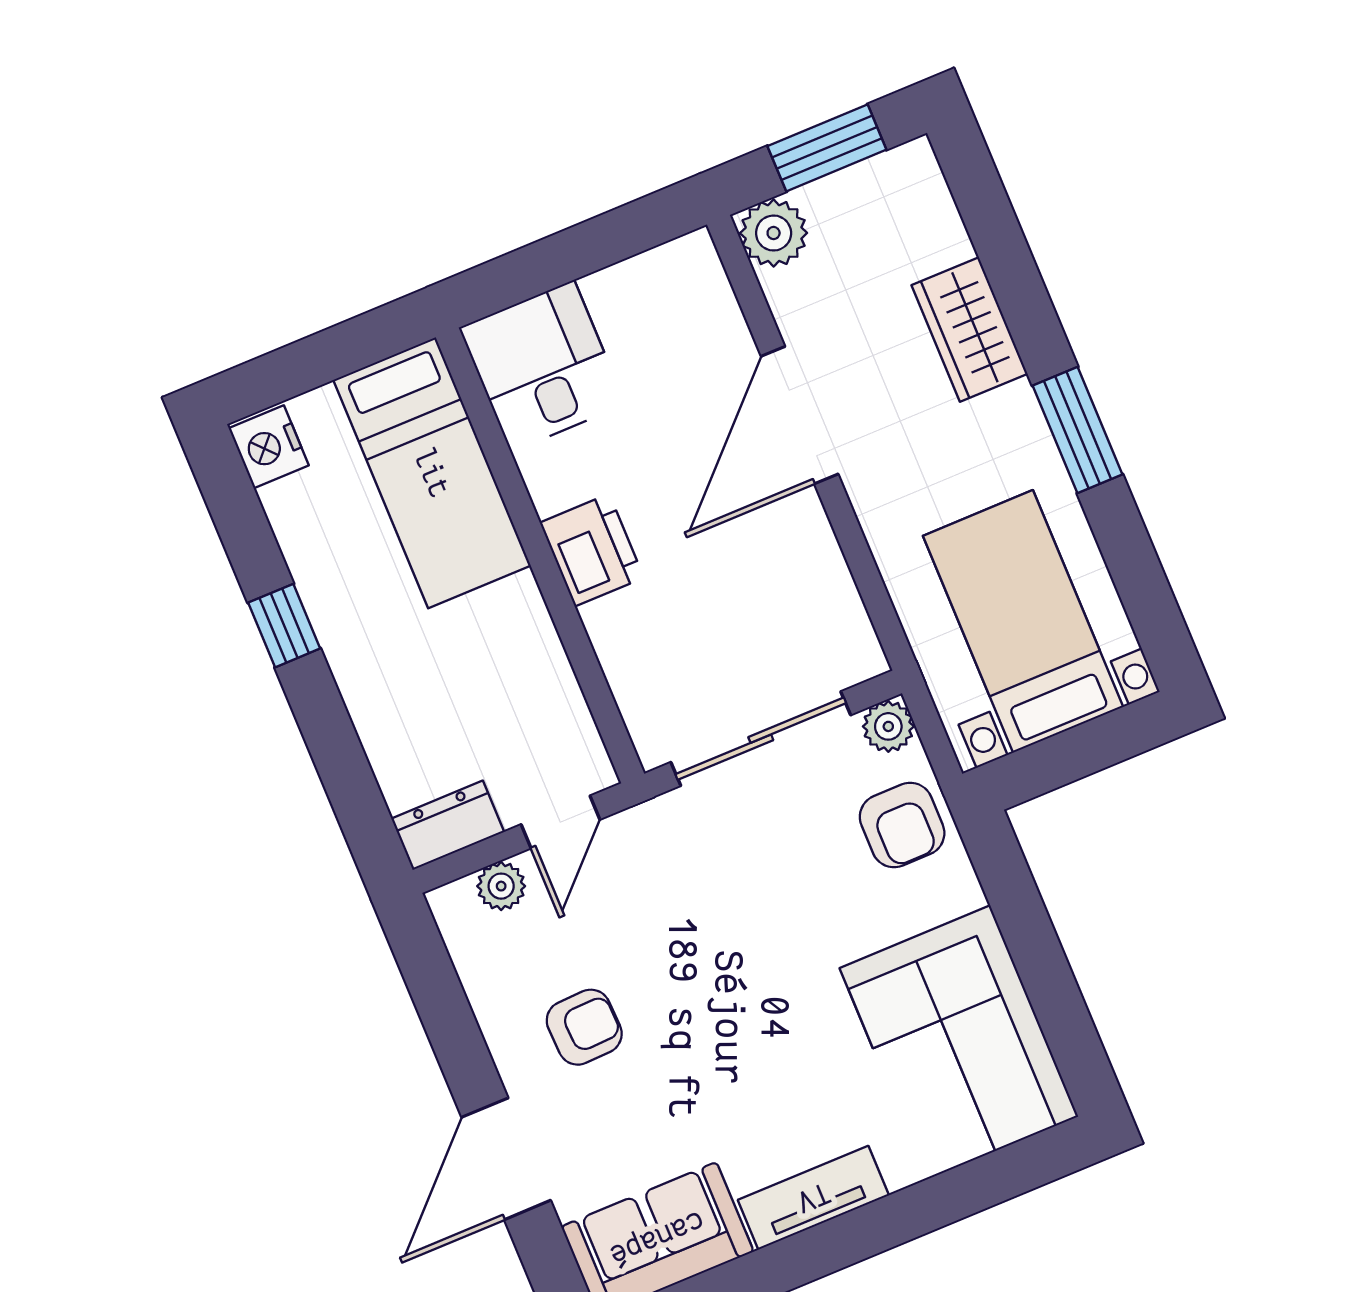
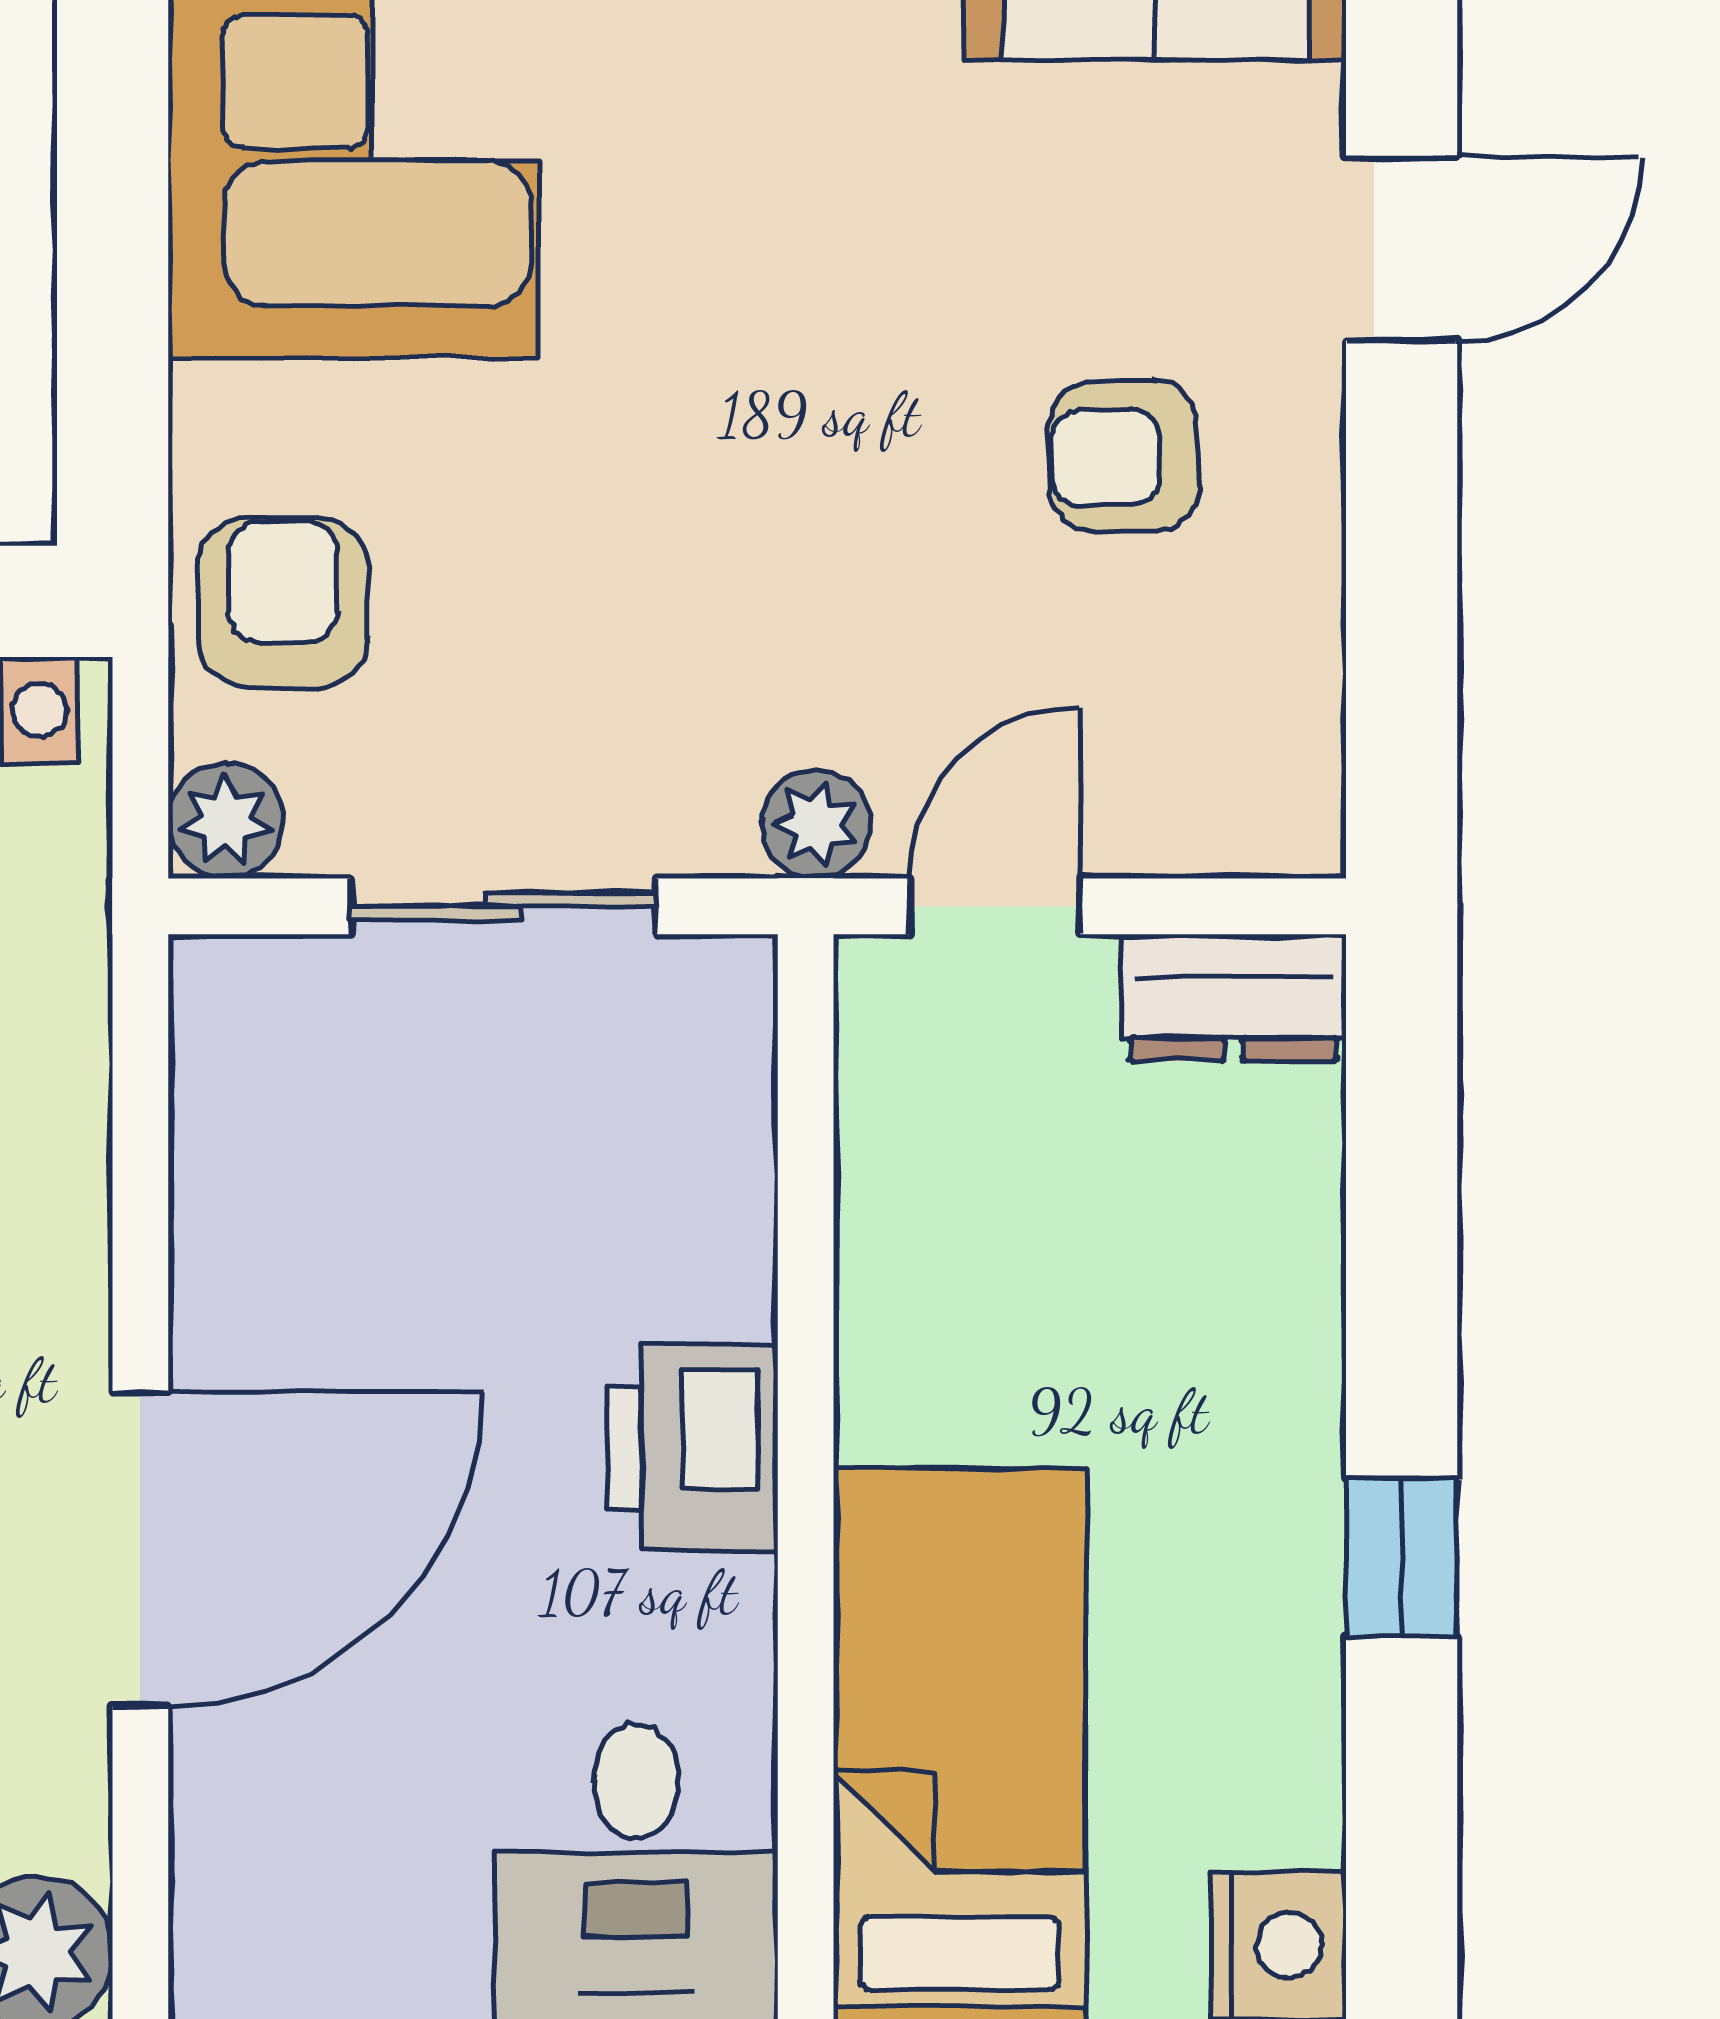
sliding door: (761, 739) -> (503, 906), width x0.73
plant: (501, 886) -> (816, 824), moved
door: (506, 1159) -> (1402, 249), width x0.73

